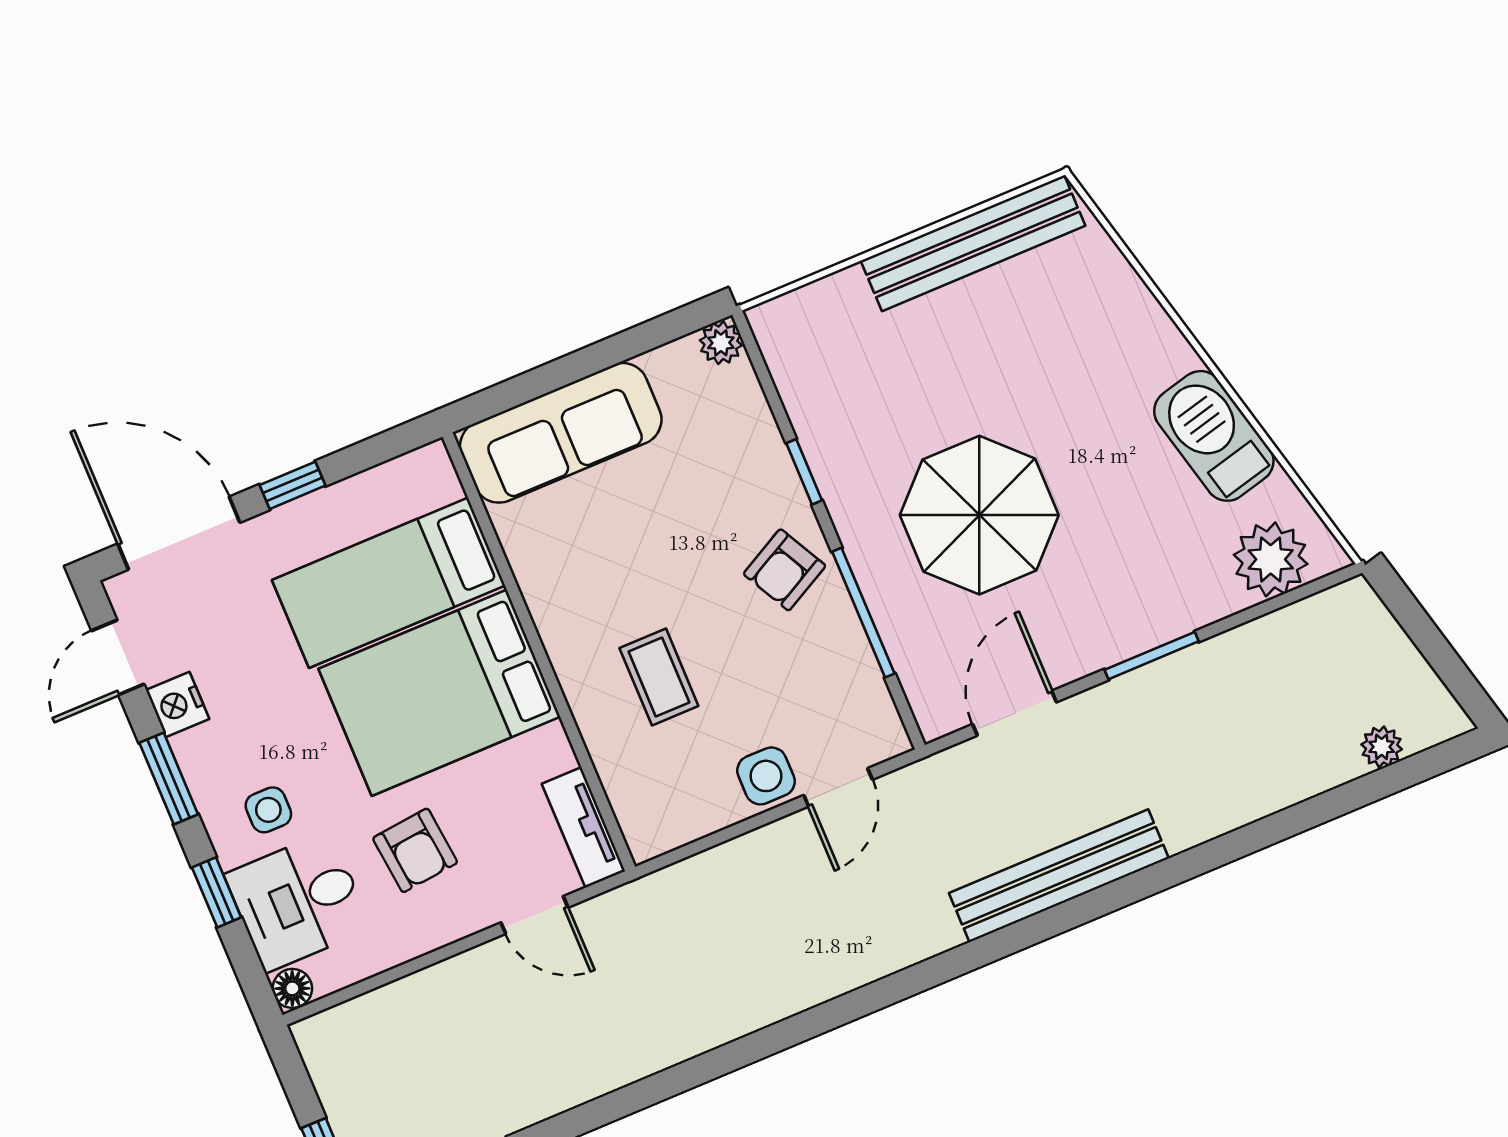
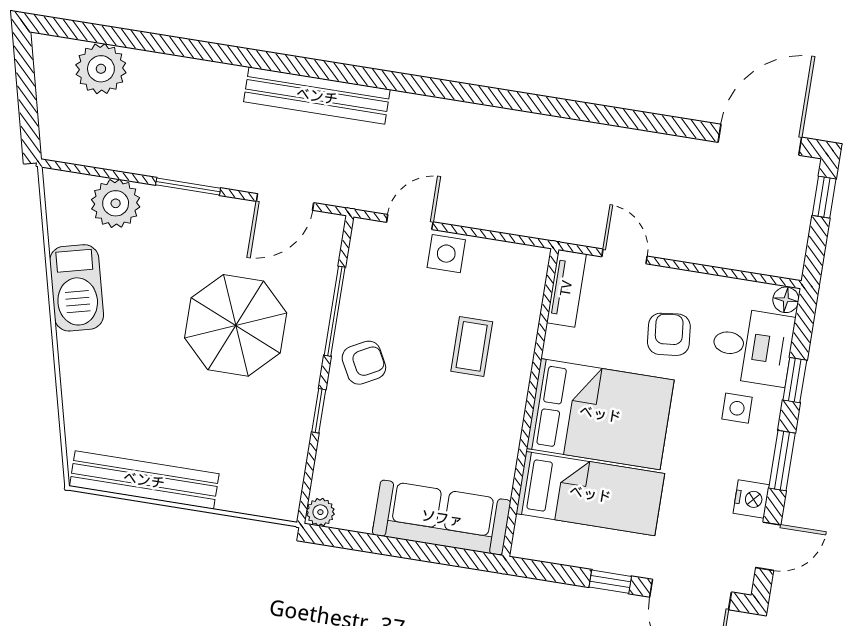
plant: (1271, 559) -> (116, 203), moved
plant: (1382, 747) -> (101, 69), width x1.88, depth x1.88

